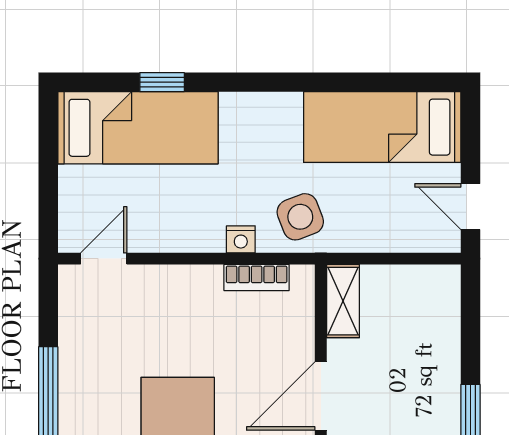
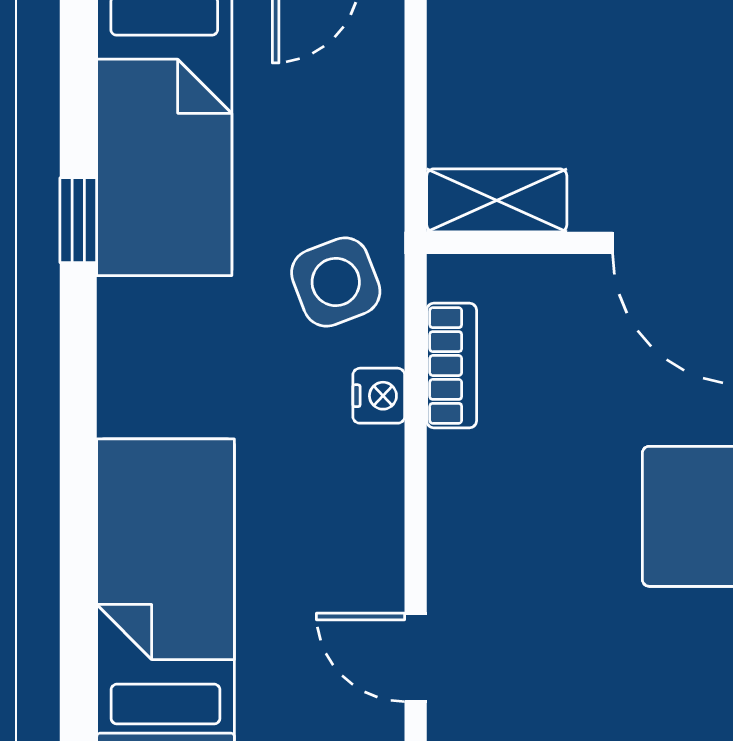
window: (162, 82) -> (78, 220), moved

